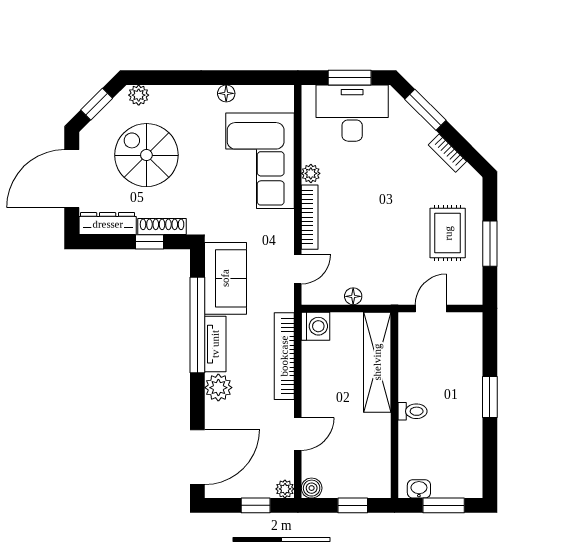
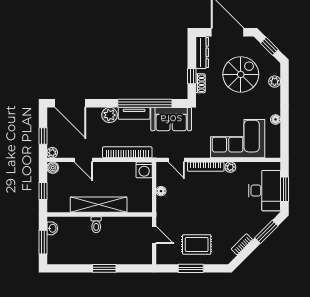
plant: (139, 95) -> (275, 82), moved
shoe rack: (162, 227) -> (200, 83), width x0.70
shelving: (377, 362) -> (99, 205), moved

